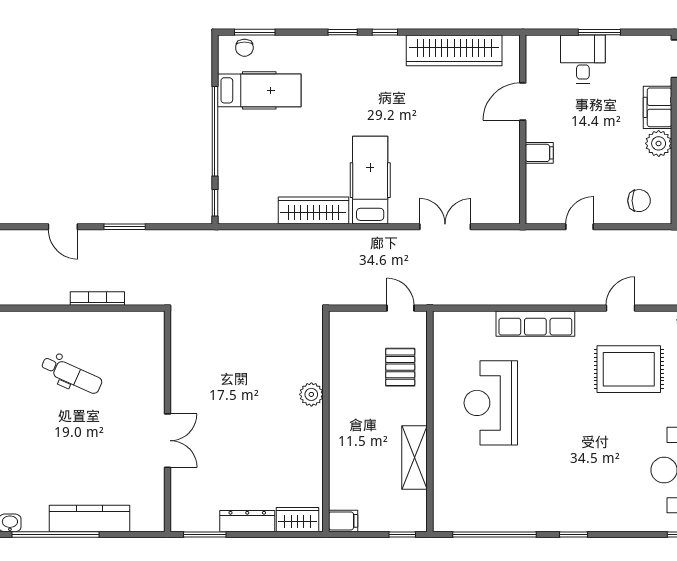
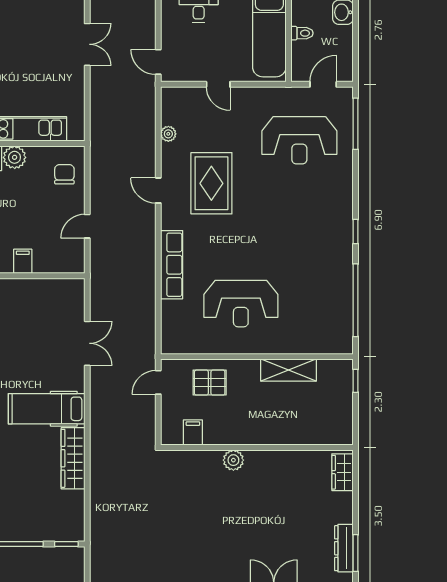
double door: (445, 227) -> (87, 343), swing flipped
door: (580, 227) -> (87, 226), hinge flipped
dresser: (247, 521) -> (344, 548), moved
filing cabinet: (343, 521) -> (193, 432), moved

